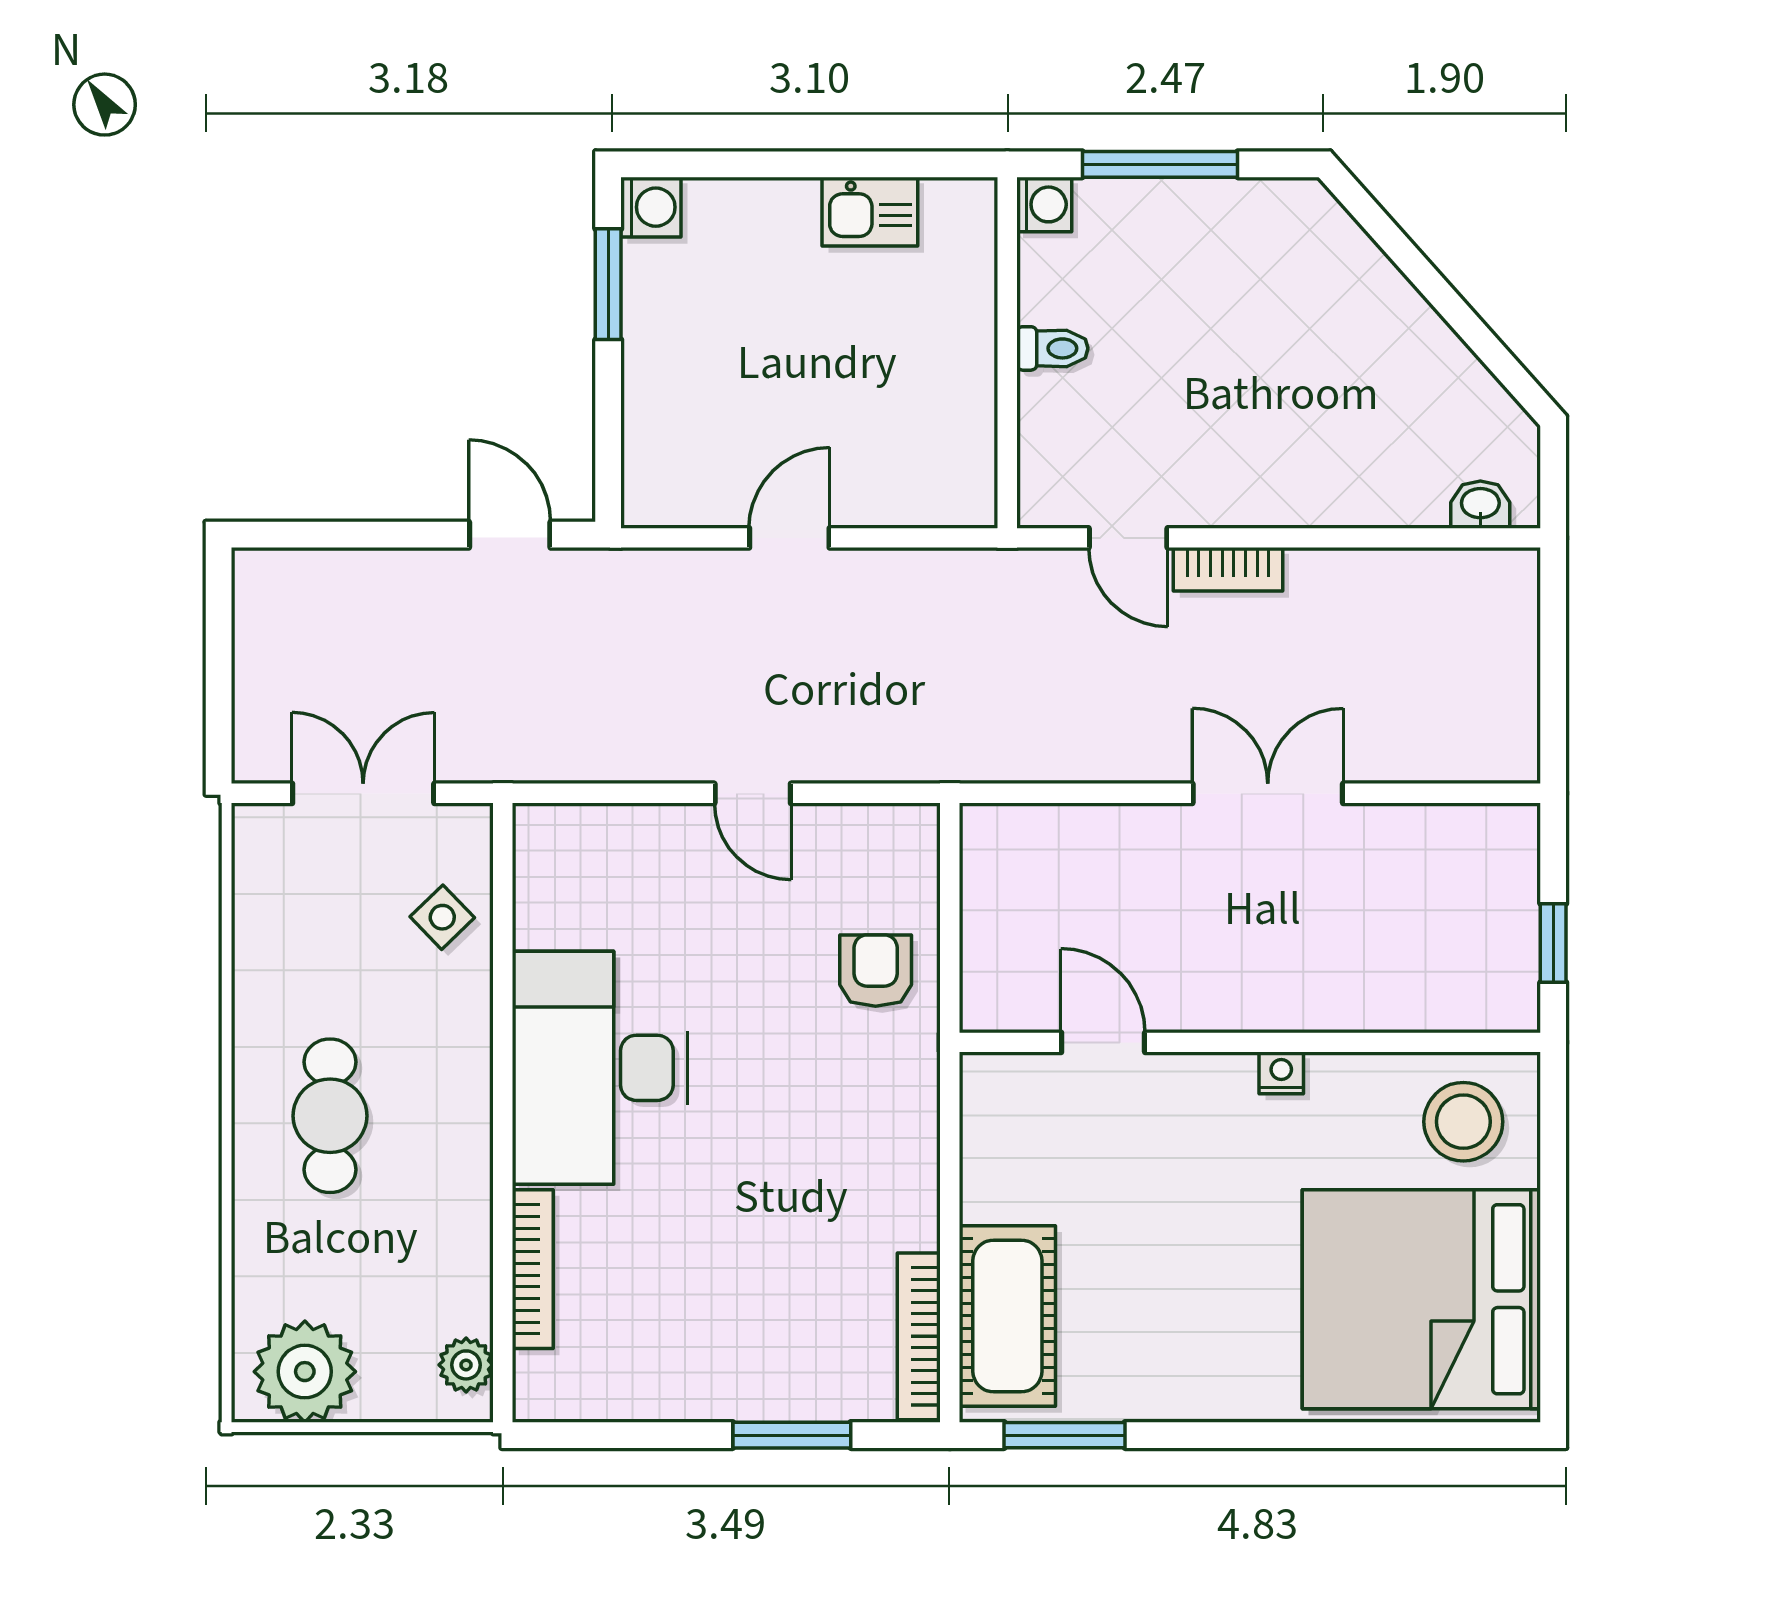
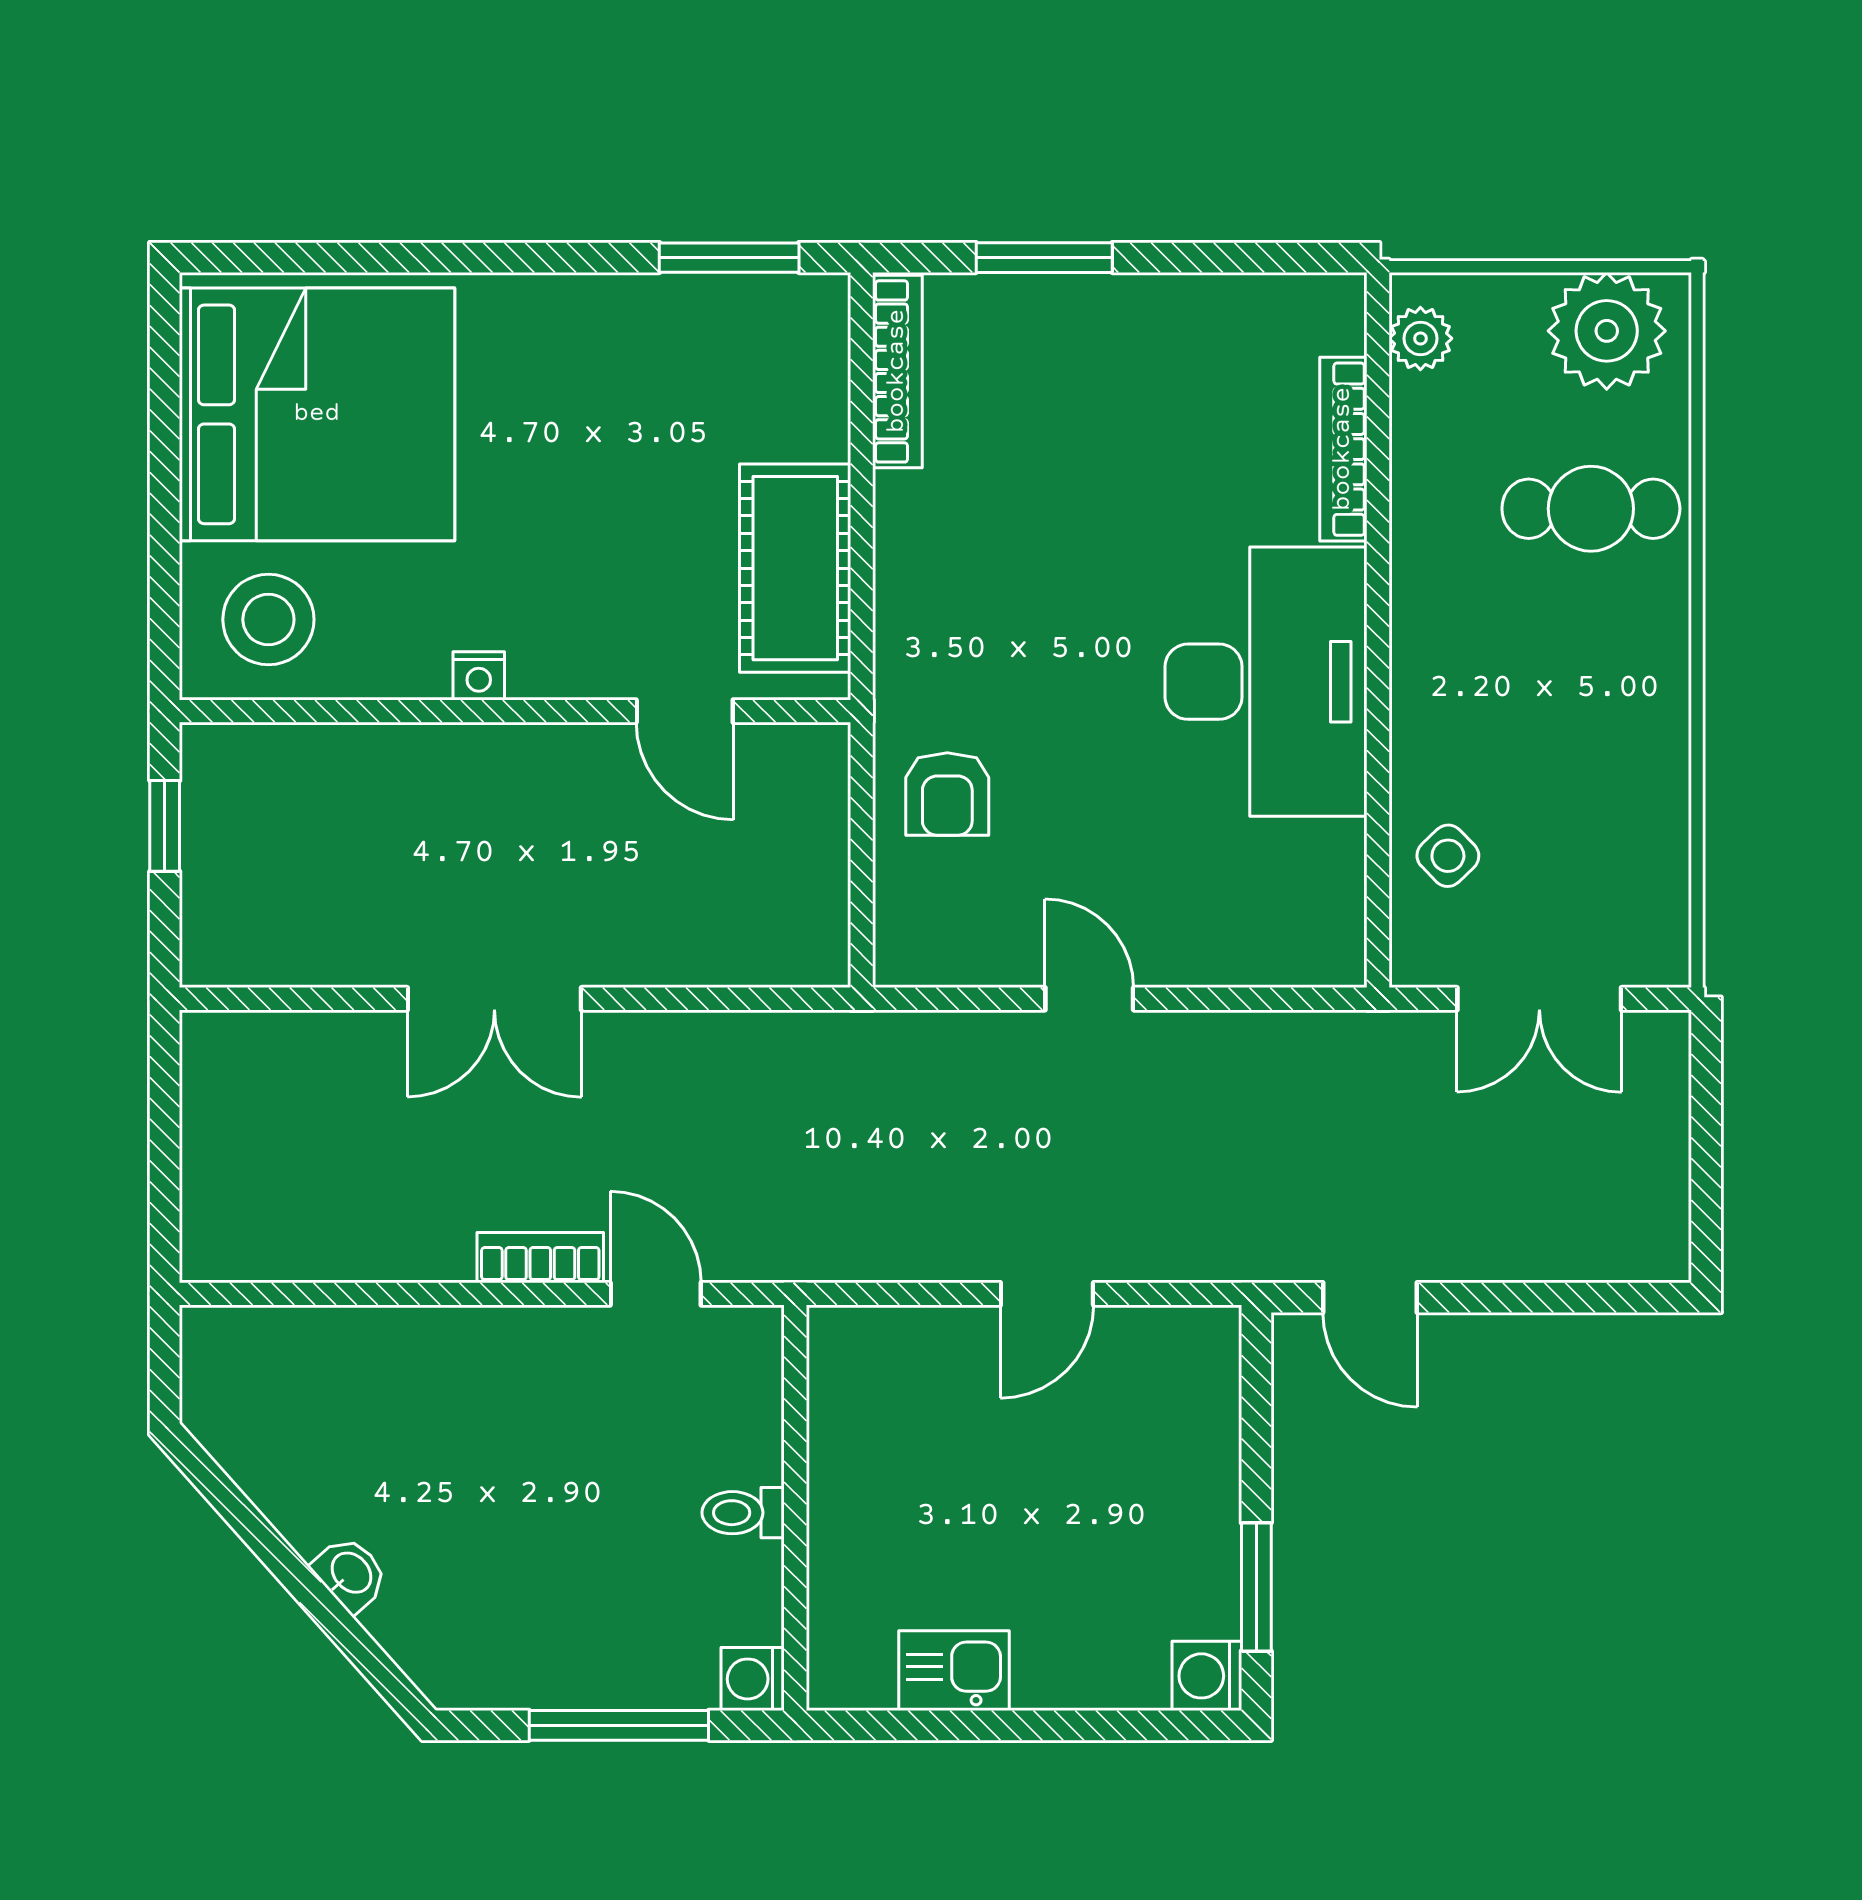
washbasin: (1480, 505) -> (350, 1574), moved, turned -132
cafe table: (330, 1116) -> (1591, 509), moved, turned 90
cot: (1007, 1316) -> (795, 568), moved

